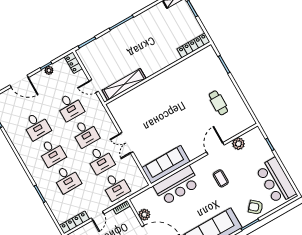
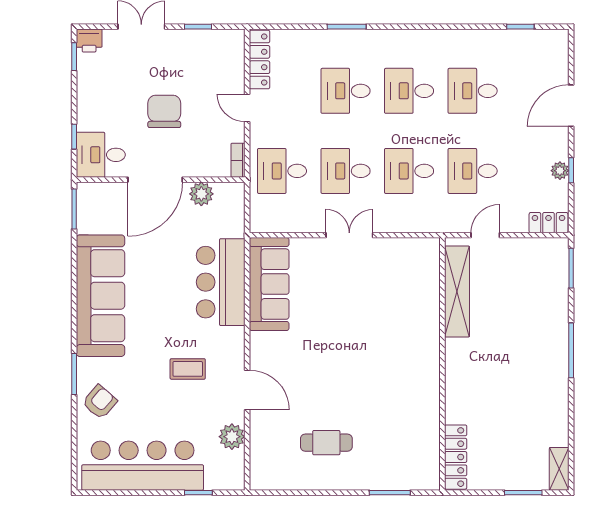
bar counter: (276, 181) -> (143, 466), width x1.36

